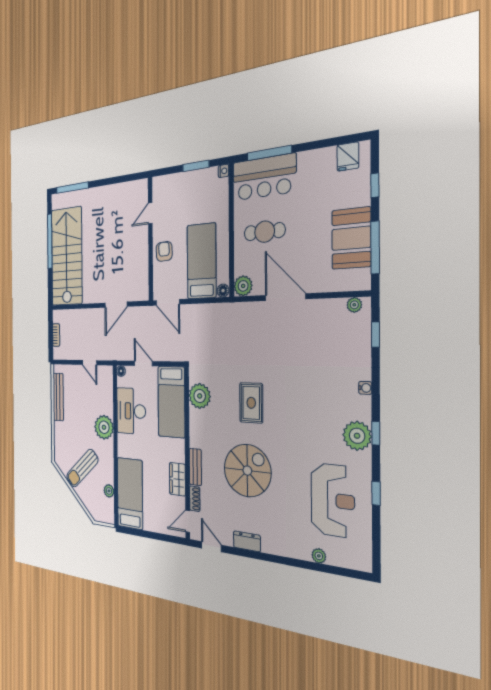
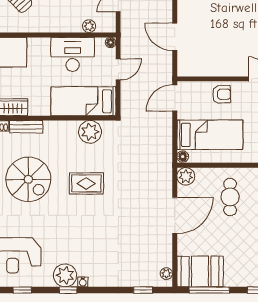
booth: (351, 238) -> (200, 271), moved
water cooler: (365, 388) -> (83, 282), moved
plant: (104, 427) -> (89, 26), moved, width x0.53, depth x0.53

